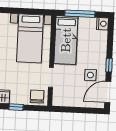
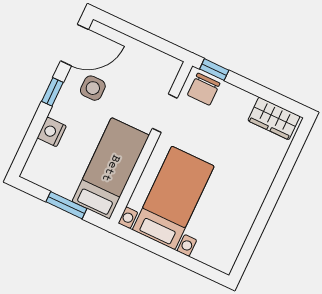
window: (80, 14) -> (66, 205), width x0.69
nightstand: (102, 24) -> (52, 132), moved
window: (16, 107) -> (214, 70), moved

